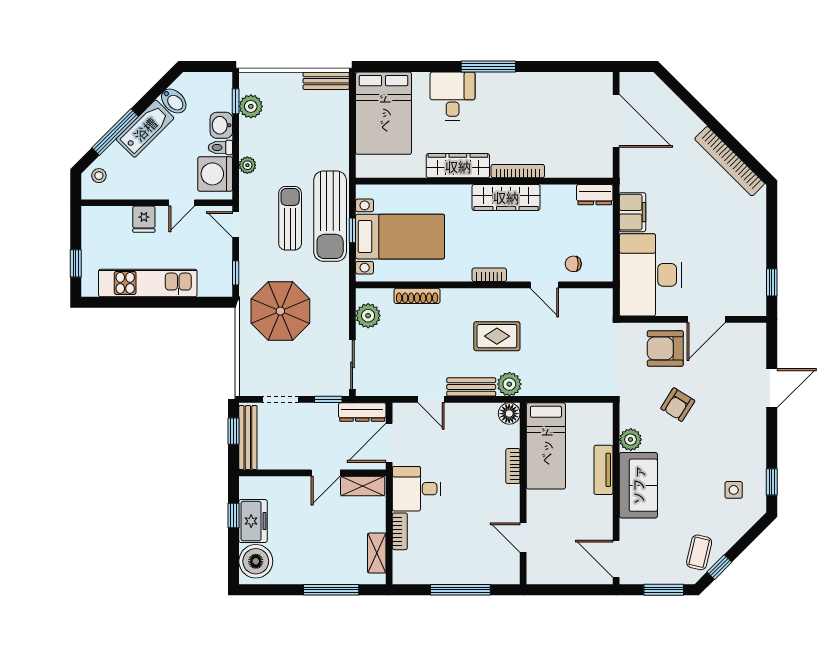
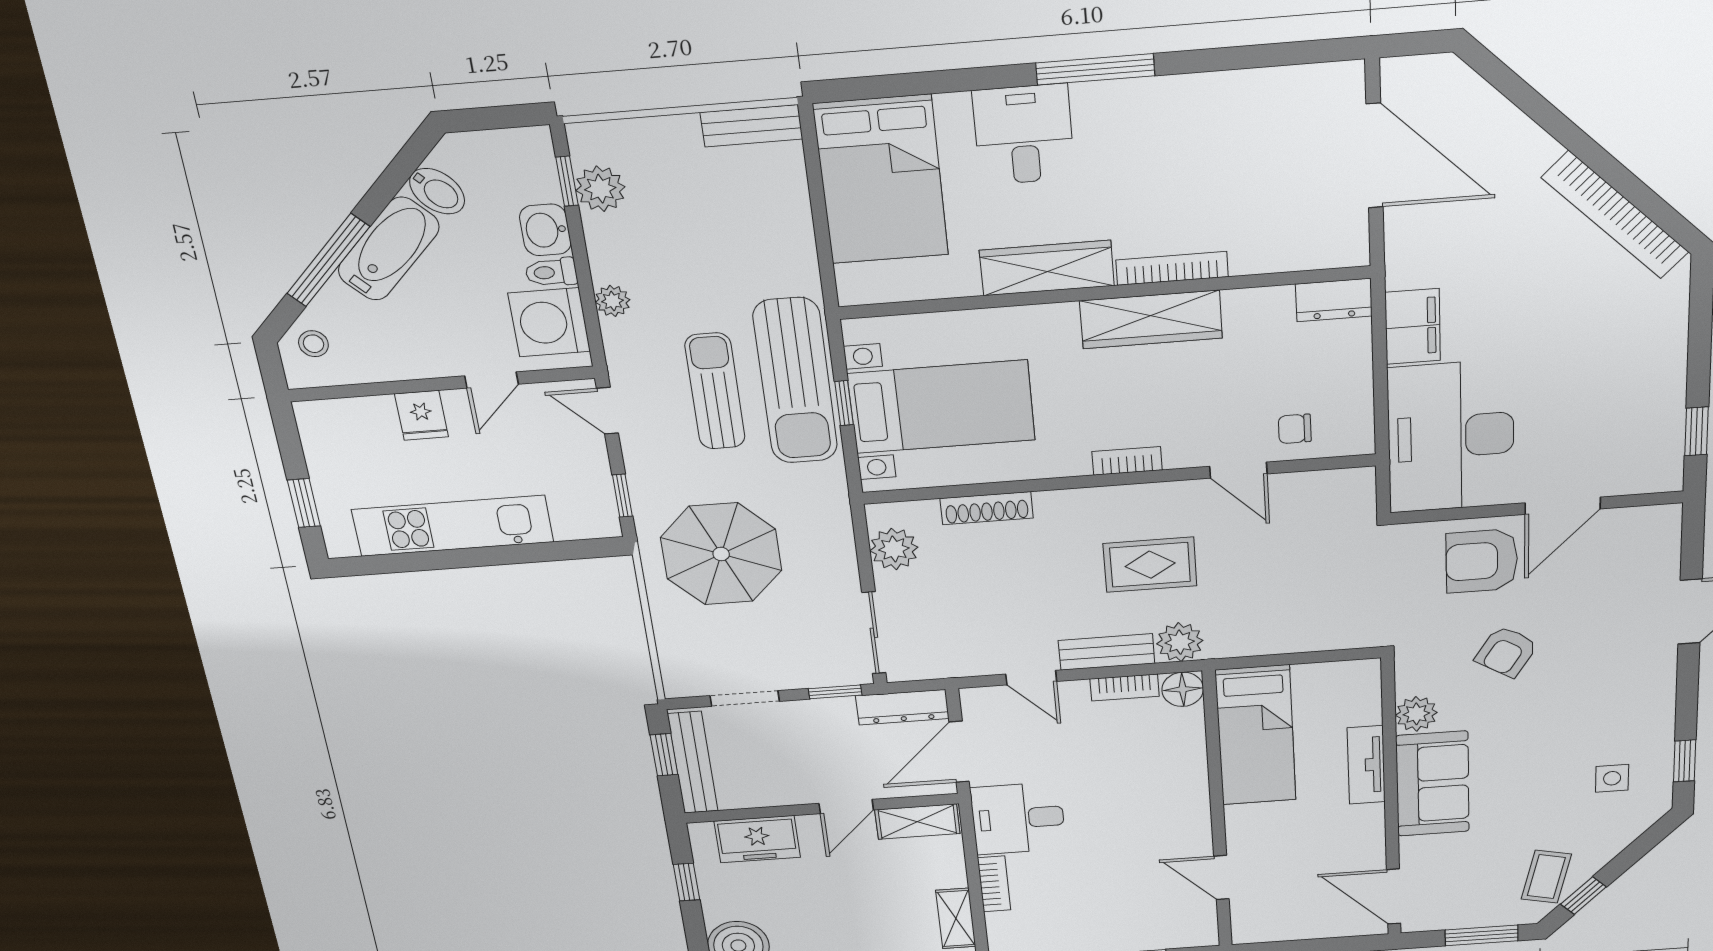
bookcase: (513, 466) -> (1125, 688), moved, turned -90
freezer: (253, 521) -> (757, 839), moved, turned 90

